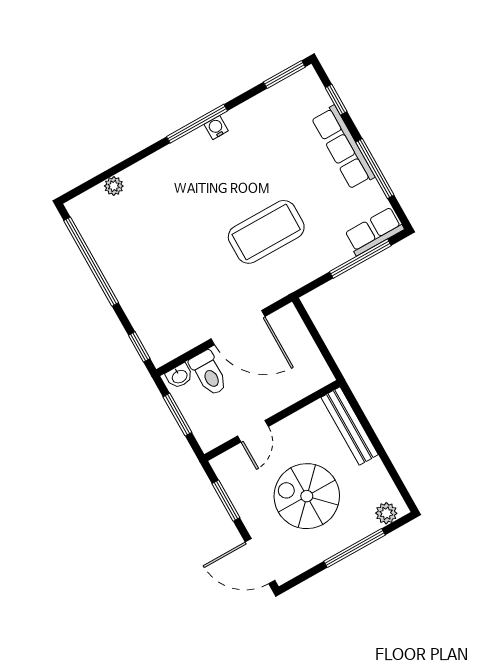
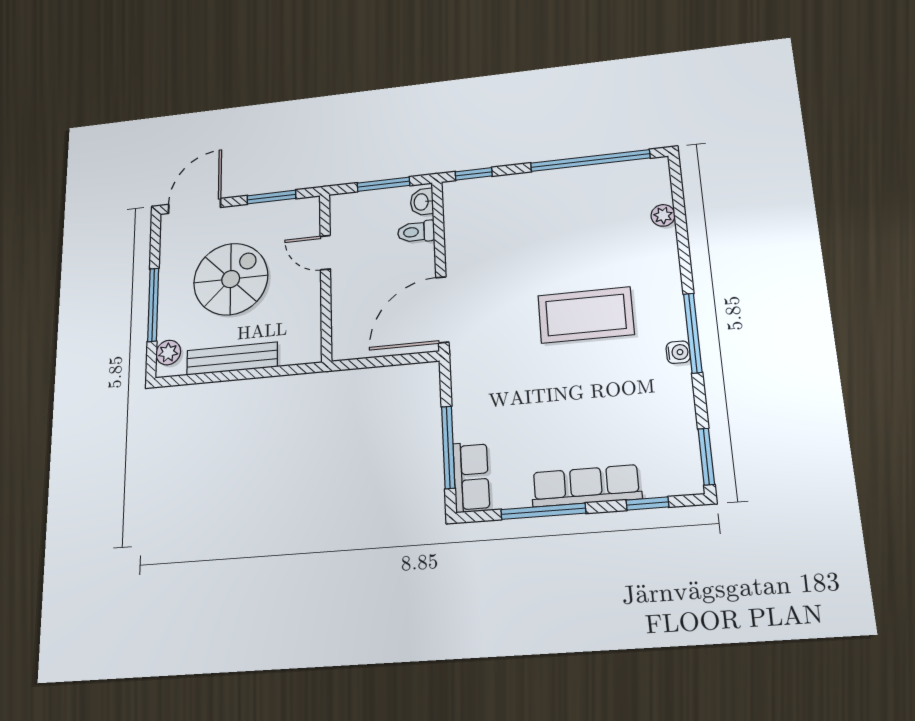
coffee table: (266, 232) -> (586, 315), moved, turned 90
door: (238, 328) -> (442, 310), moved
toilet: (209, 373) -> (416, 232), width x0.73, depth x0.72
bench: (350, 426) -> (232, 359), moved

